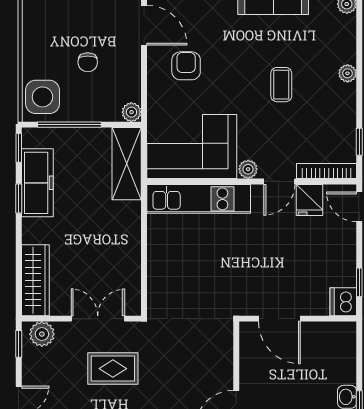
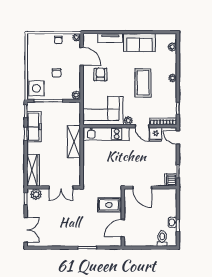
coffee table: (281, 85) -> (143, 83), width x1.86, depth x1.72
shelving: (127, 164) -> (74, 142), moved
door: (279, 181) -> (142, 126), hinge flipped
double door: (98, 319) -> (61, 187), swing flipped
rug: (113, 369) -> (109, 205), moved

